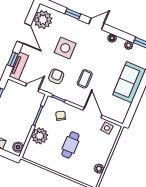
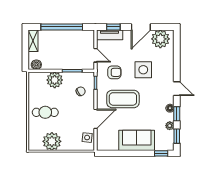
window: (73, 14) -> (177, 114), moved
coffee table: (85, 79) -> (123, 99), width x1.86, depth x1.72
cafe table: (70, 145) -> (45, 112), moved
plant: (99, 169) -> (52, 141), width x1.88, depth x1.88

